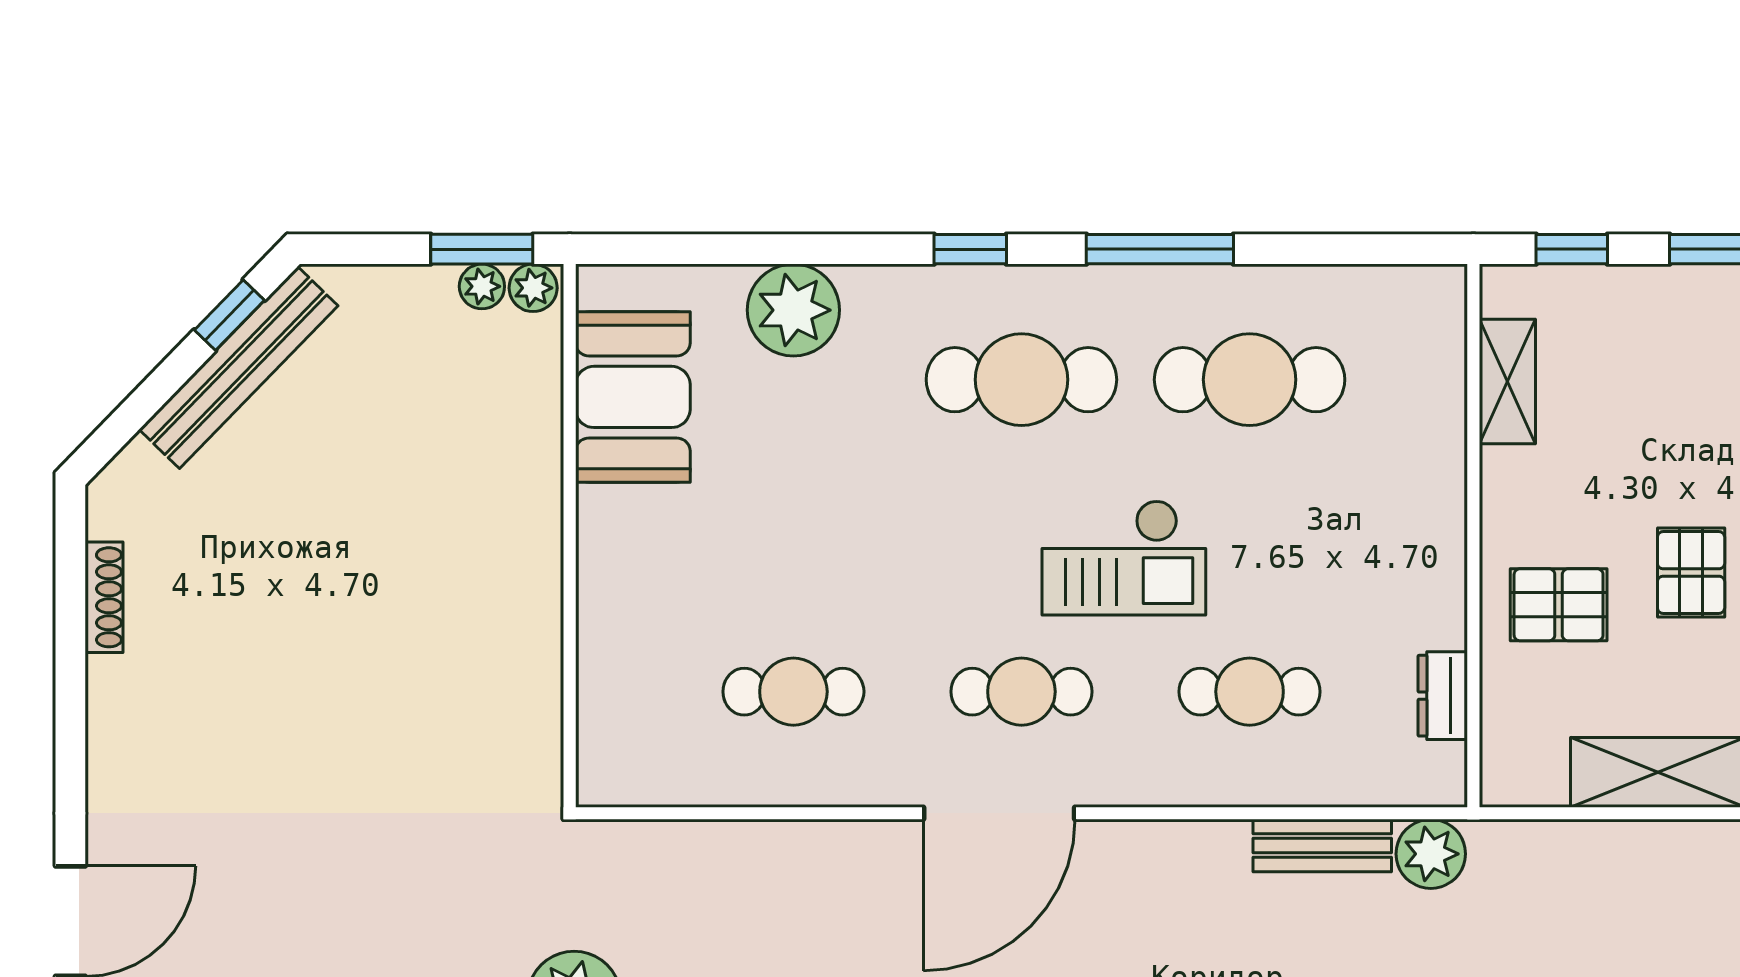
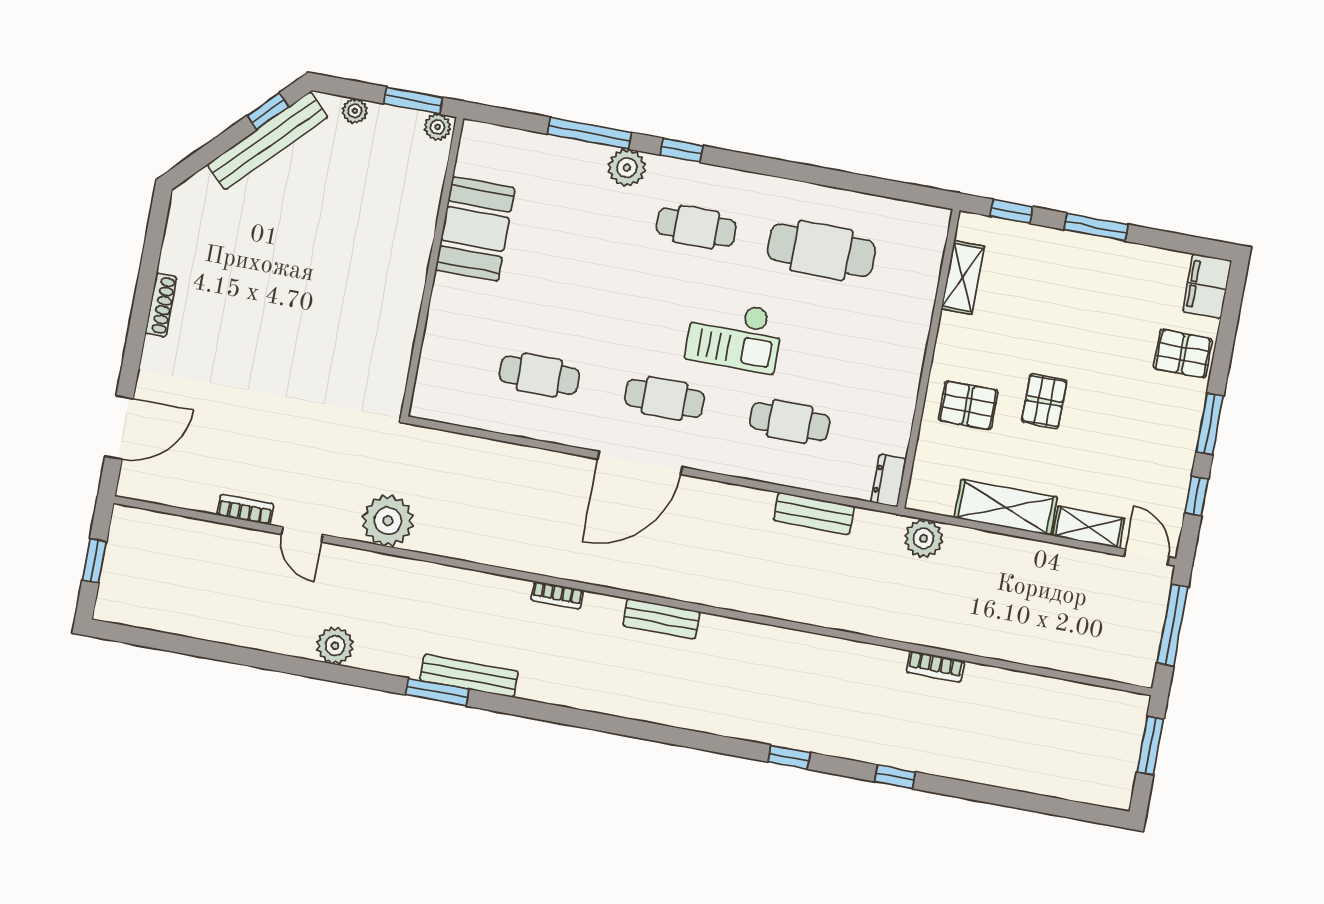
window: (1160, 249) -> (590, 133), moved
plant: (482, 286) -> (355, 111), moved
plant: (793, 310) -> (627, 168), moved, width x0.73, depth x0.73
cafe table: (1021, 380) -> (696, 227), width x0.73, depth x0.74
booth: (633, 397) -> (475, 229), moved
shoe rack: (104, 597) -> (161, 305), moved
dresser: (1443, 696) -> (888, 481), moved
plant: (1431, 854) -> (924, 538), moved

